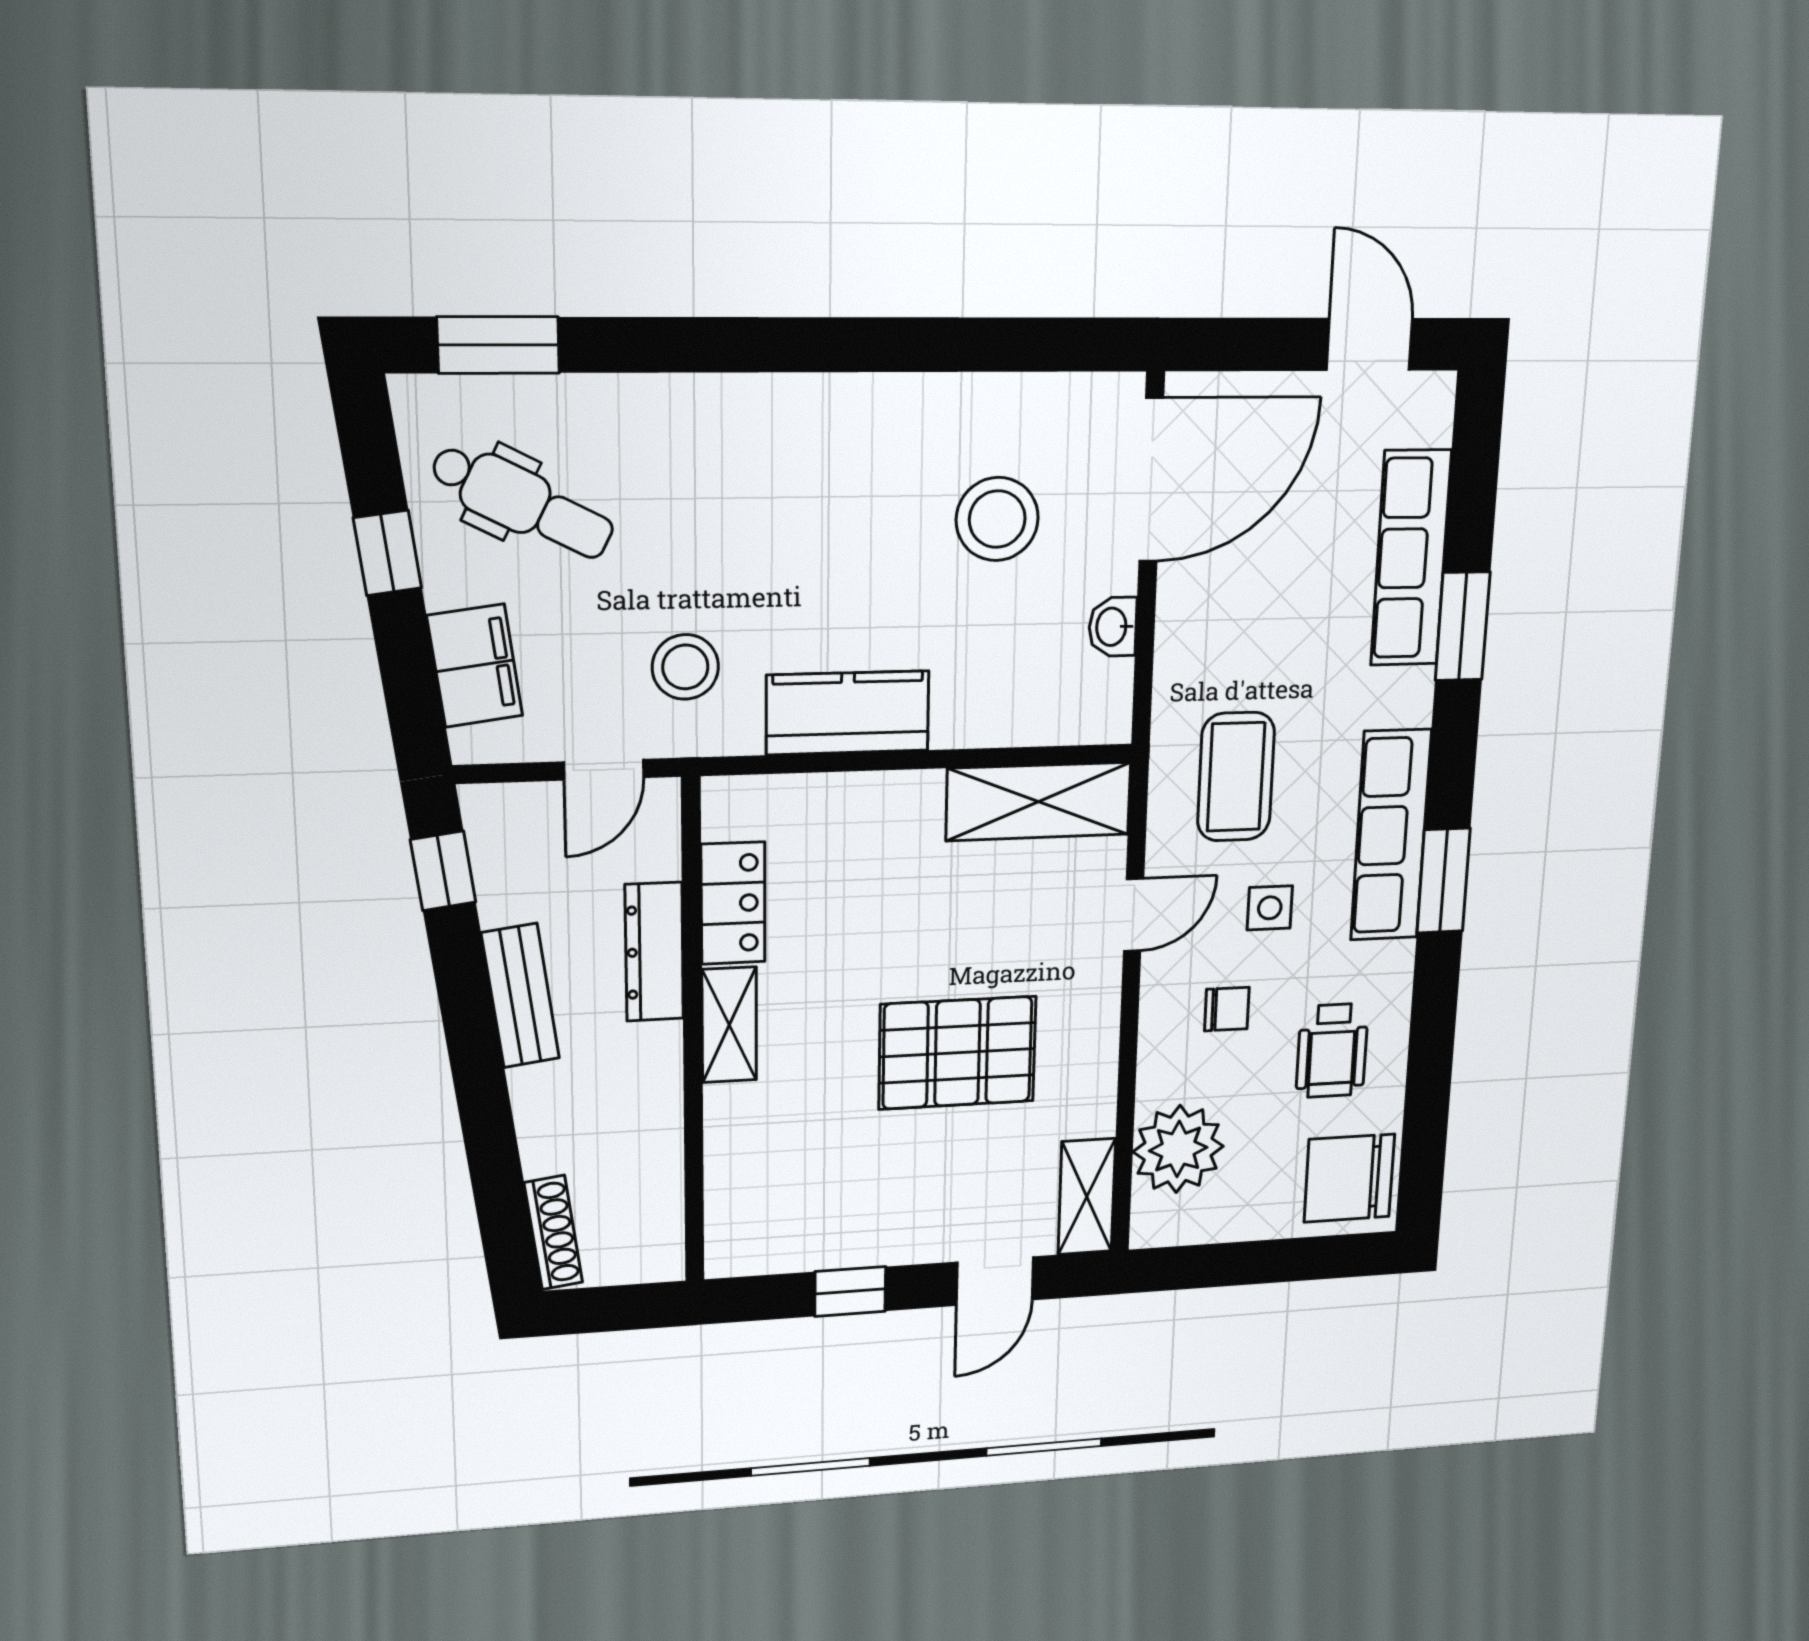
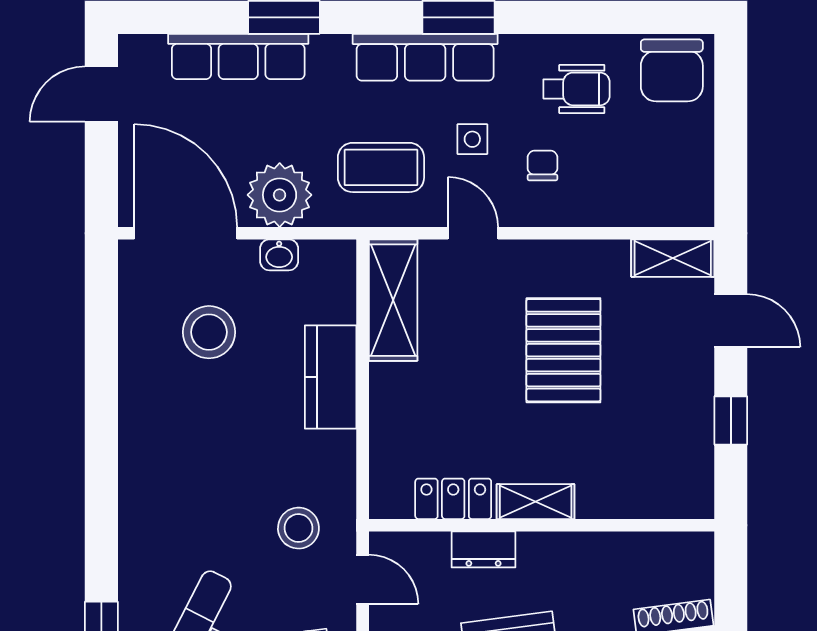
kitchen counter: (848, 713) -> (331, 377), moved
dresser: (654, 952) -> (483, 549), width x0.70
plant: (1178, 1149) -> (280, 195), moved

